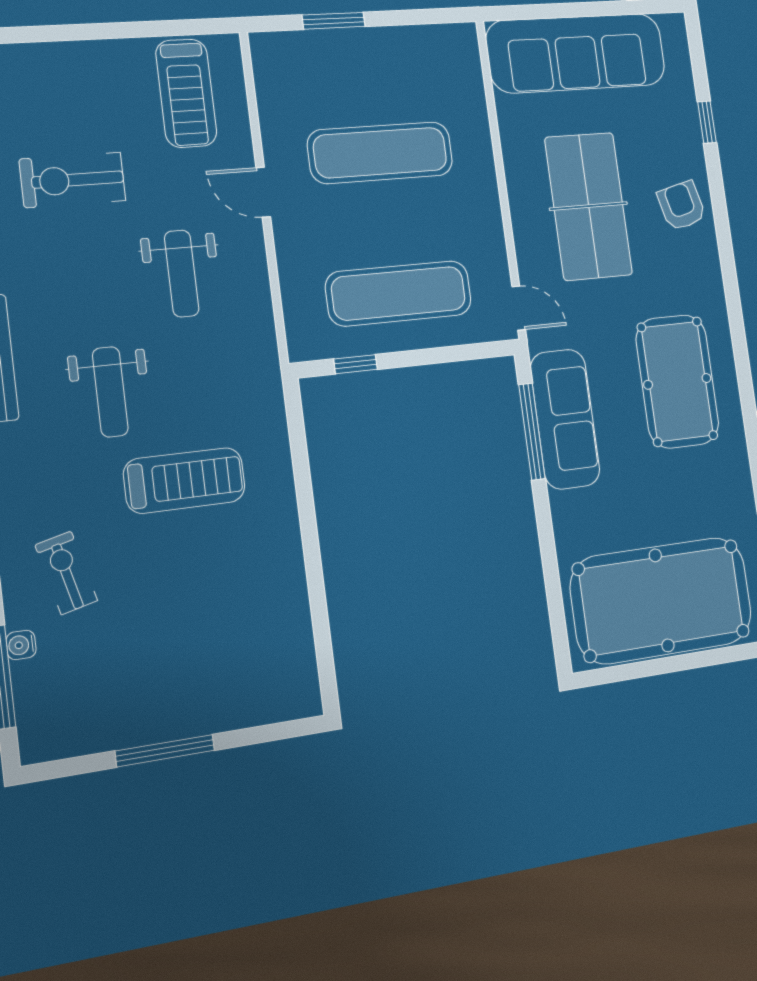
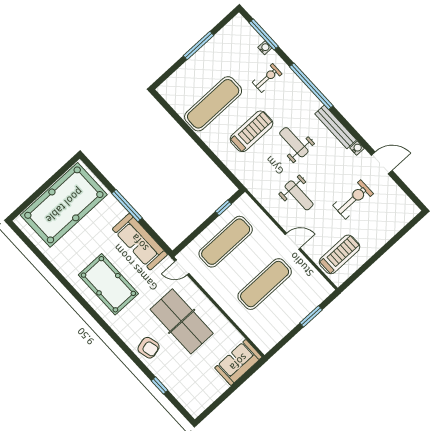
sofa: (576, 53) -> (238, 362), width x0.54, depth x0.79
treadmill: (186, 93) -> (340, 254), turned 90
weight bench: (182, 274) -> (299, 195), turned 180
window: (532, 432) -> (127, 206), moved
treadmill: (184, 480) -> (251, 131), turned 180
exercise bike: (66, 573) -> (267, 78), turned -76
exercise mat: (224, 598) -> (213, 104), added

